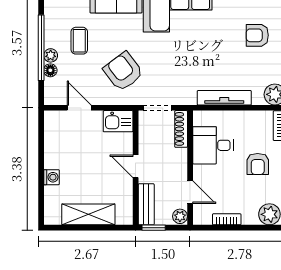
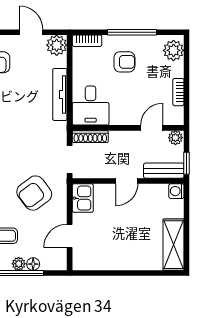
desk: (213, 145) -> (91, 105), moved
washing machine: (51, 177) -> (176, 191), moved, turned -90
shelving: (88, 214) -> (174, 245), moved

